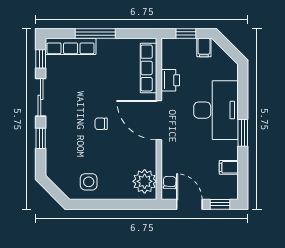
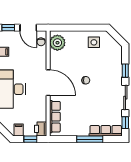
printer: (170, 80) -> (41, 129), moved

